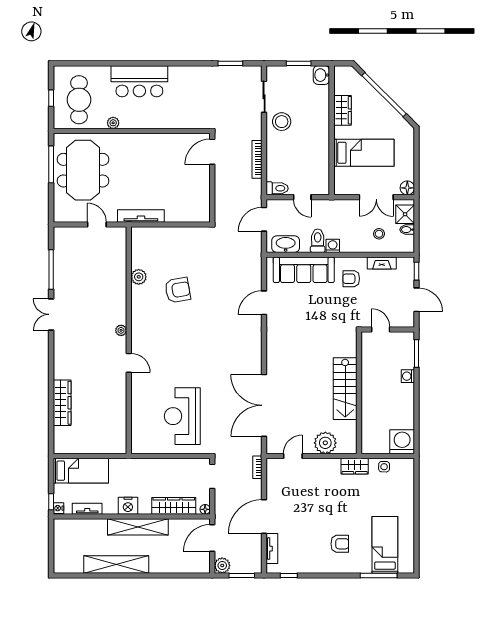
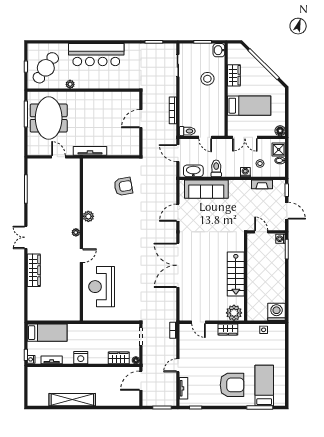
bar counter: (139, 81) -> (96, 55), width x1.36
cafe table: (79, 100) -> (46, 68), turned 35
stool: (282, 122) -> (207, 79), moved
door: (212, 152) -> (141, 119), moved
double door: (376, 197) -> (245, 137), moved
door: (264, 219) -> (178, 153), hinge flipped
washing machine: (333, 246) -> (245, 172), moved
plant: (139, 277) -> (88, 216), moved
armchair: (351, 279) -> (240, 196), removed
armchair: (178, 290) -> (123, 186), moved
double door: (51, 314) -> (26, 237), moved
door: (129, 363) -> (81, 256), hinge flipped
washing machine: (408, 376) -> (281, 239), moved
wardrobe: (62, 403) -> (34, 270), moved
double door: (264, 405) -> (178, 265), moved
reception desk: (182, 416) -> (102, 287), moved
plant: (325, 443) -> (234, 313), moved
door: (293, 456) -> (198, 322), swing flipped
wardrobe: (355, 466) -> (228, 329), moved
wardrobe: (174, 506) -> (119, 358), width x0.67
door: (264, 517) -> (178, 365), width x0.53
shelving: (138, 527) -> (88, 373), removed
armchair: (340, 544) -> (232, 385), width x1.88, depth x1.88
plant: (222, 565) -> (148, 400), removed

